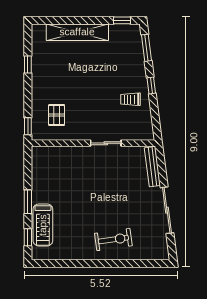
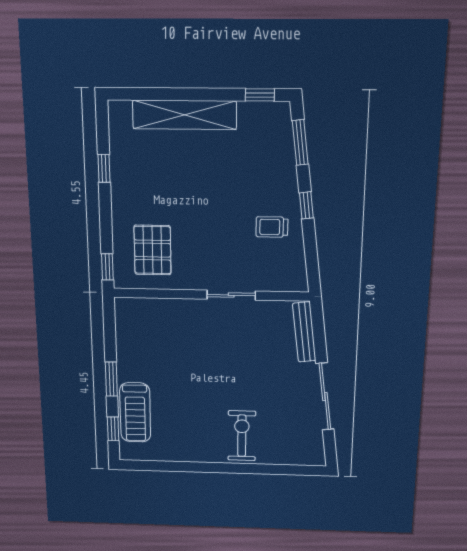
pallet: (57, 115) -> (153, 250), width x1.50, depth x1.42
exercise bike: (113, 240) -> (242, 436), turned -82

